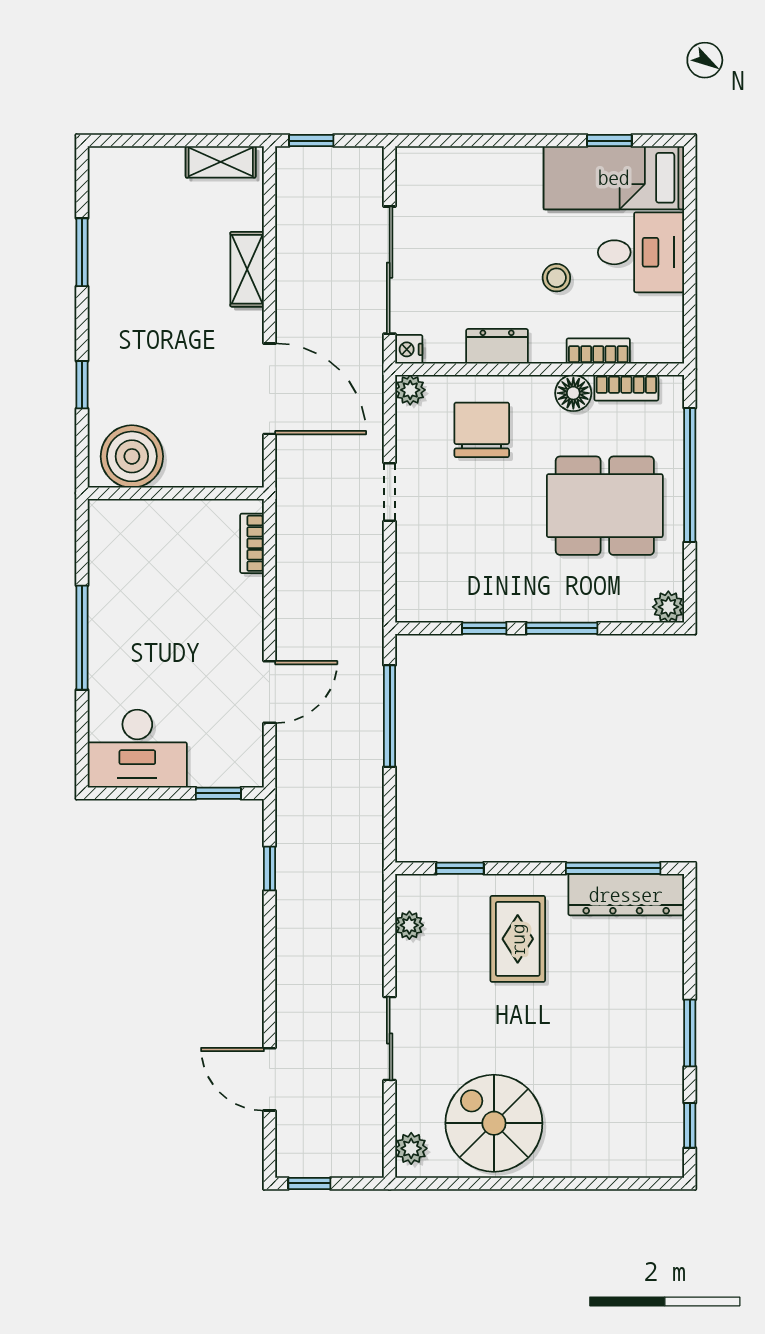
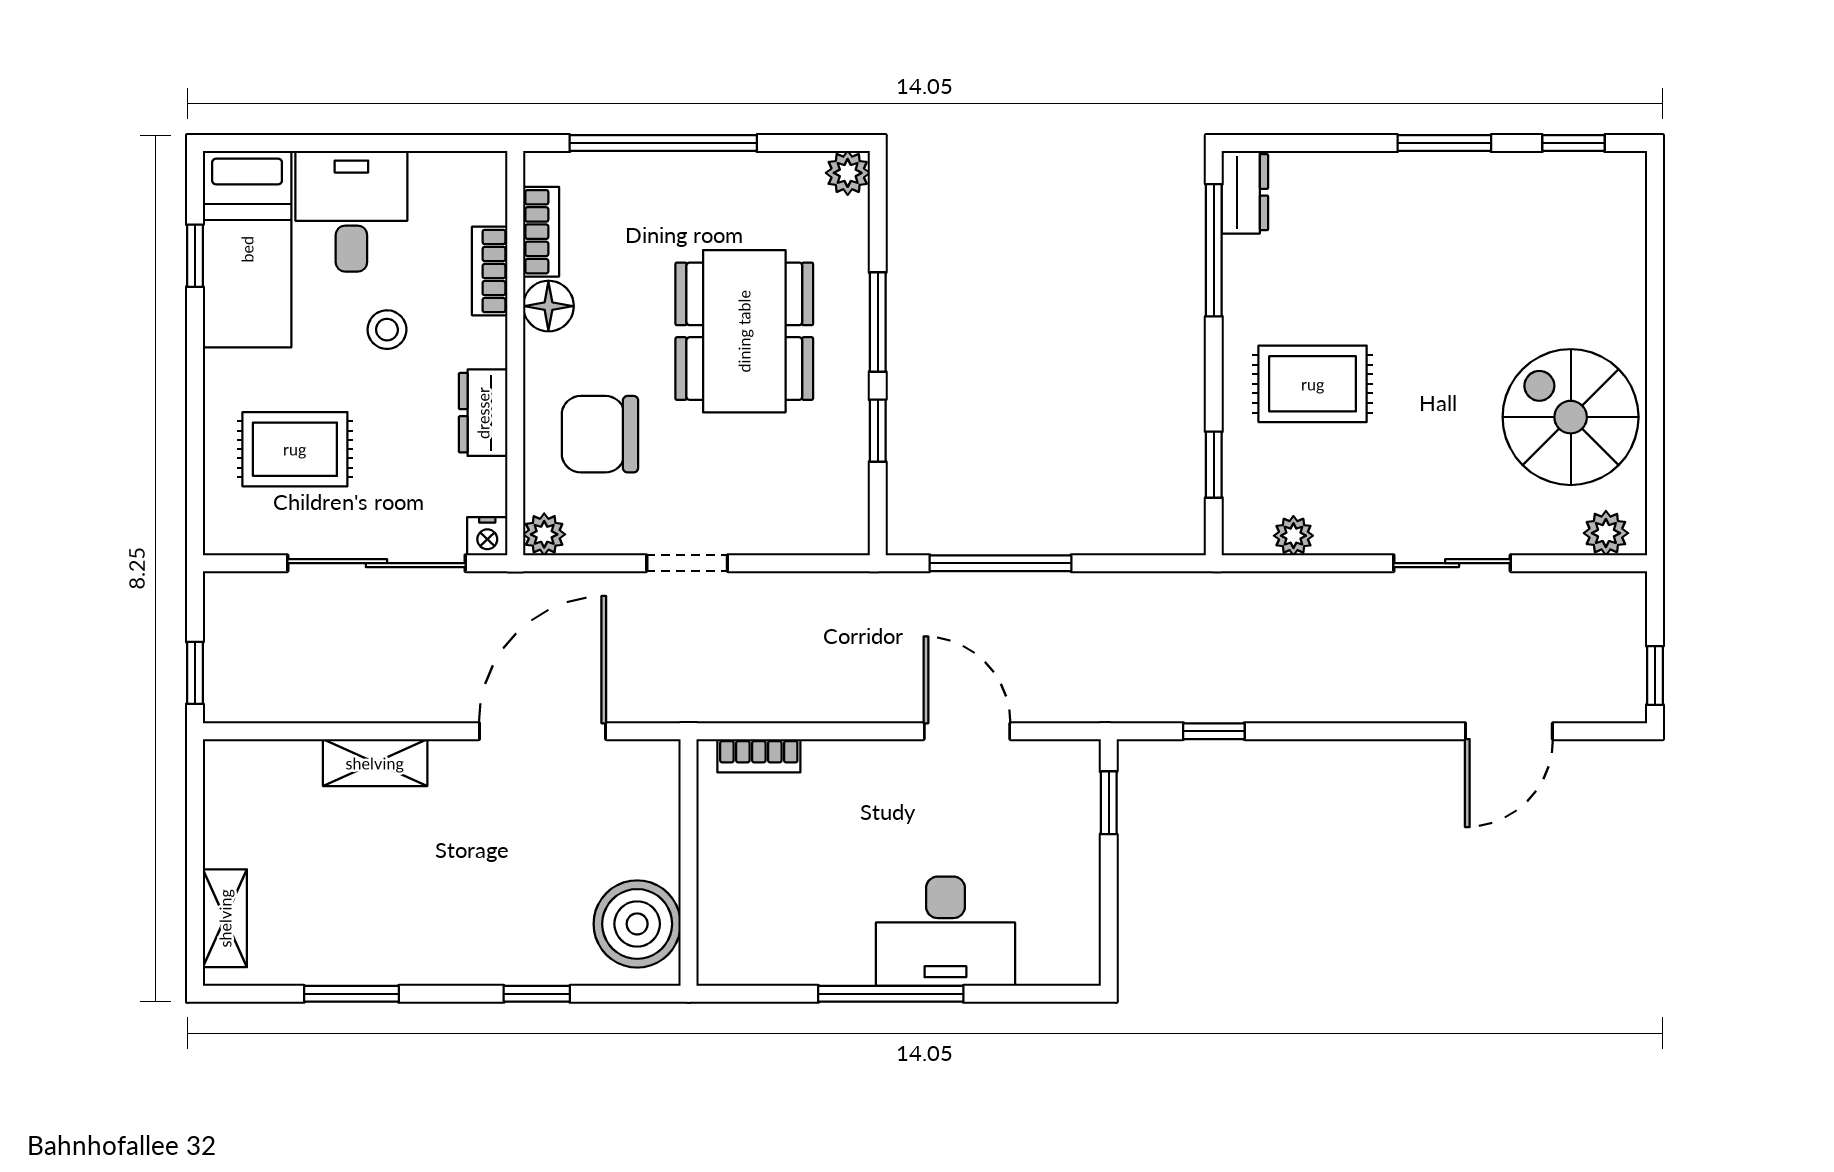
shelving: (221, 162) -> (225, 918), moved
rug: (471, 212) -> (295, 449), added
dining table: (605, 506) -> (744, 331), moved
desk: (137, 749) -> (945, 931), moved, turned 90
dresser: (626, 895) -> (1245, 192), width x0.51, depth x0.80
spiral stairs: (494, 1123) -> (1571, 417), turned 90

